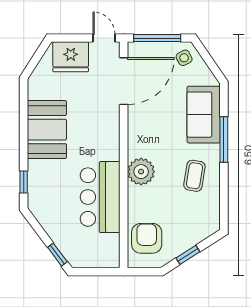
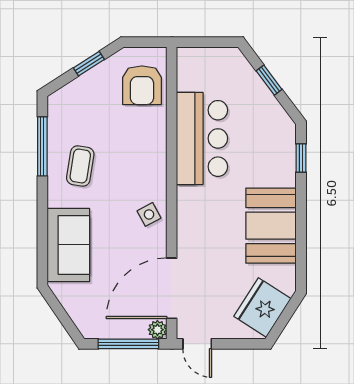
fridge: (71, 57) -> (262, 307), moved, turned -57
side table: (184, 58) -> (149, 214), moved
window: (224, 139) -> (42, 146), moved
plant: (141, 172) -> (157, 330), moved, width x0.53, depth x0.53
window: (57, 255) -> (269, 80), moved

